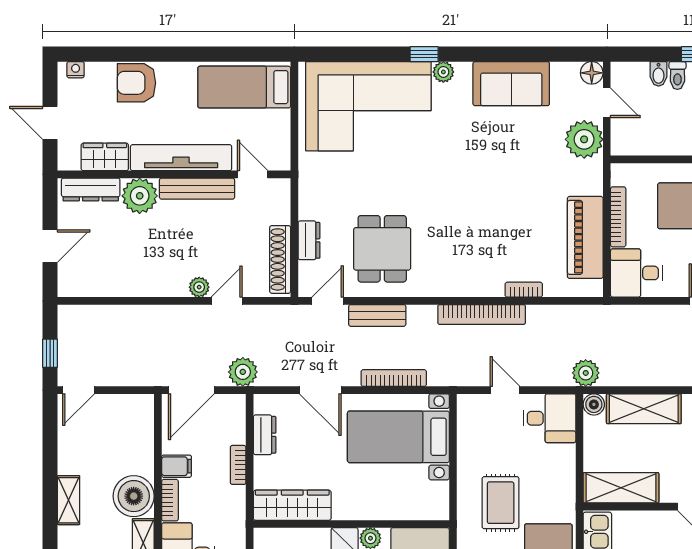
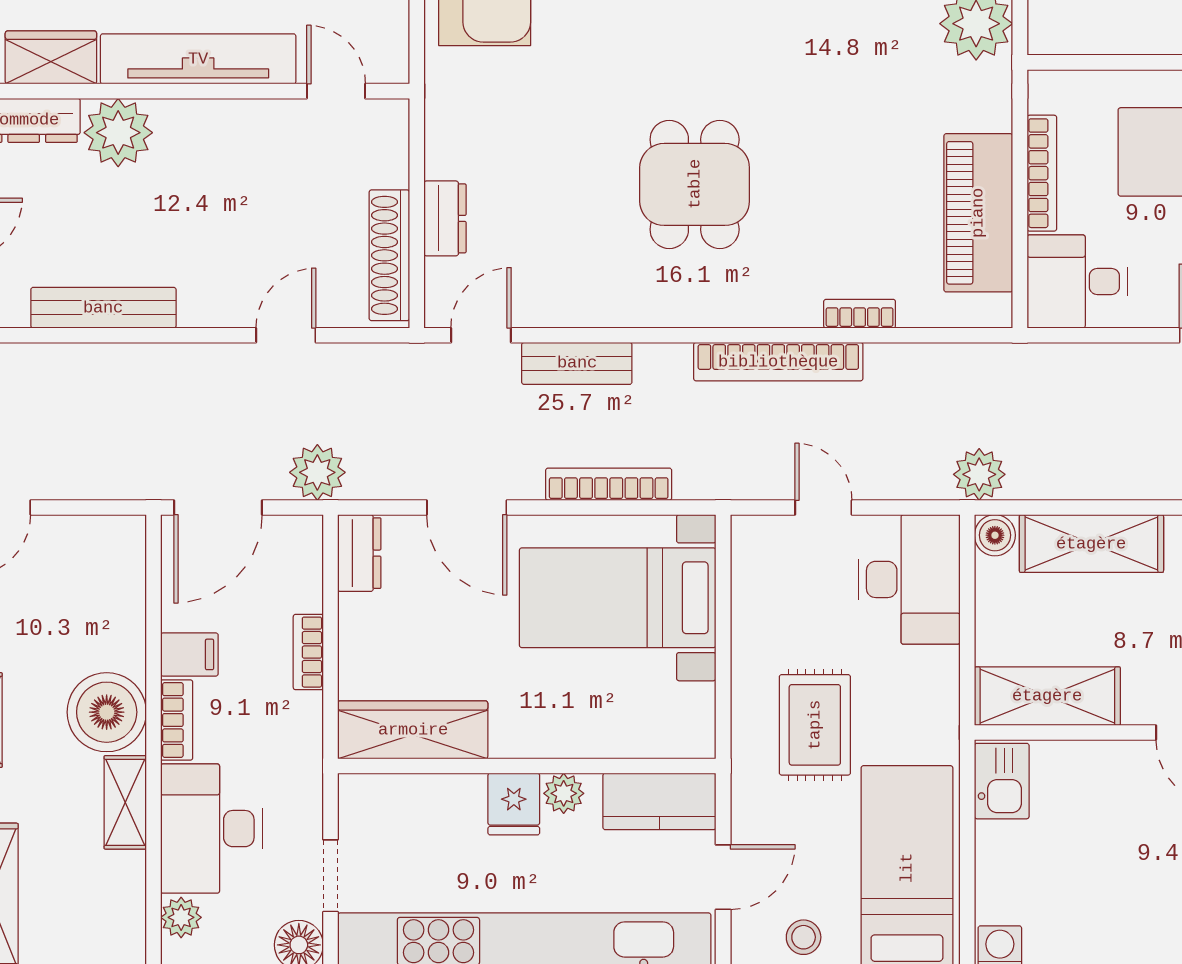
bench: (197, 189) -> (103, 308), moved
dining table: (382, 249) -> (695, 184), moved
plant: (199, 287) -> (233, 309), removed
desk: (549, 418) -> (909, 579), width x1.37
dresser: (265, 435) -> (359, 553), moved

